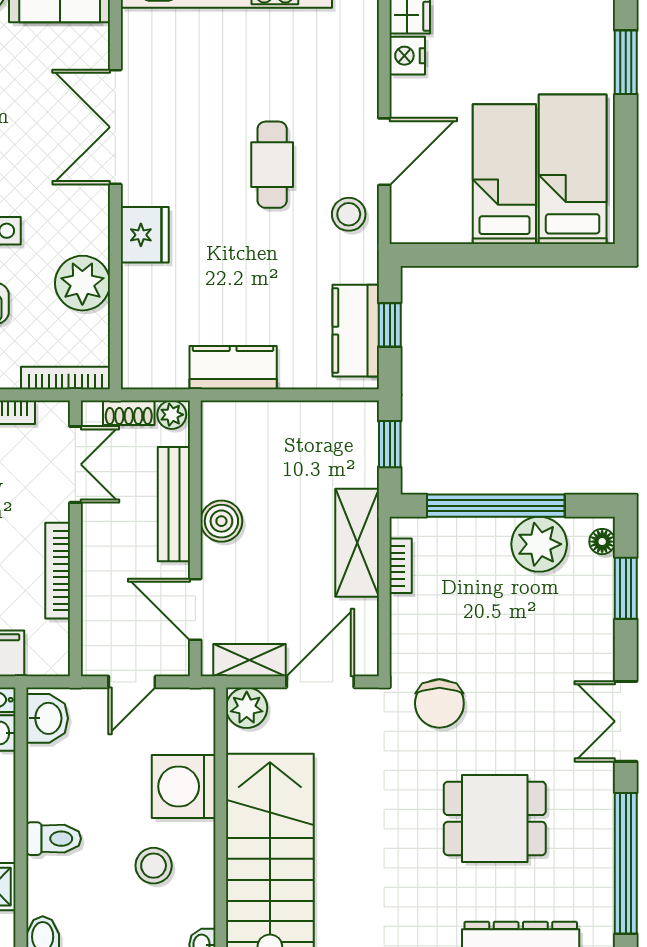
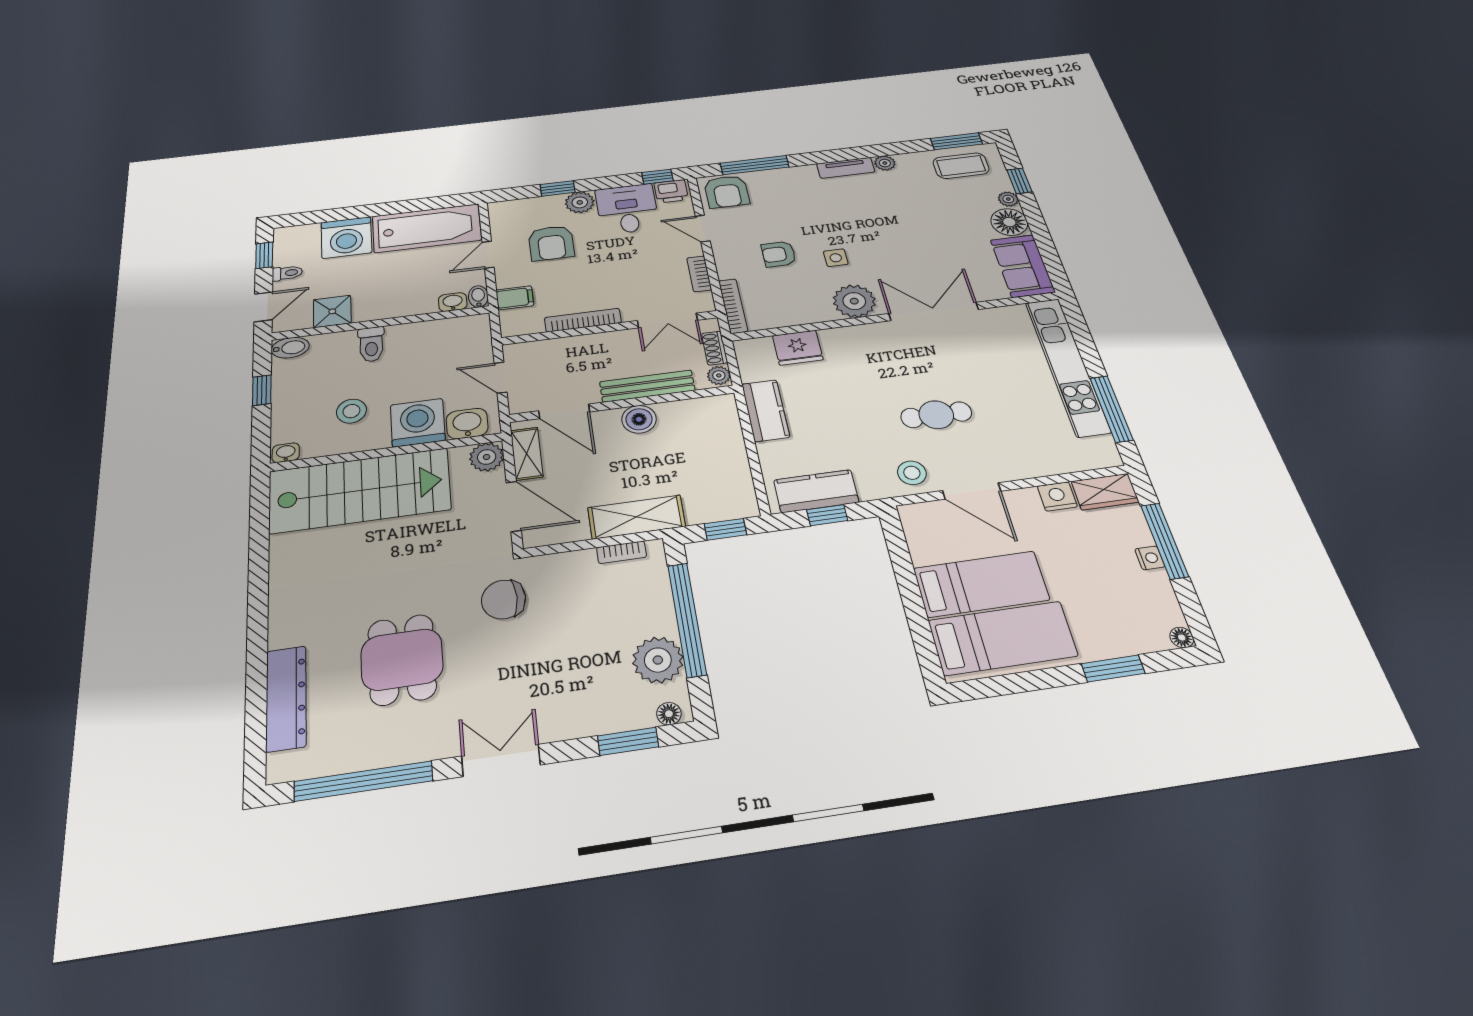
fridge: (145, 235) -> (798, 348), moved
plant: (82, 283) -> (854, 301), moved
door: (195, 609) -> (564, 411), swing flipped
washbasin: (47, 718) -> (467, 424), moved, turned 180

